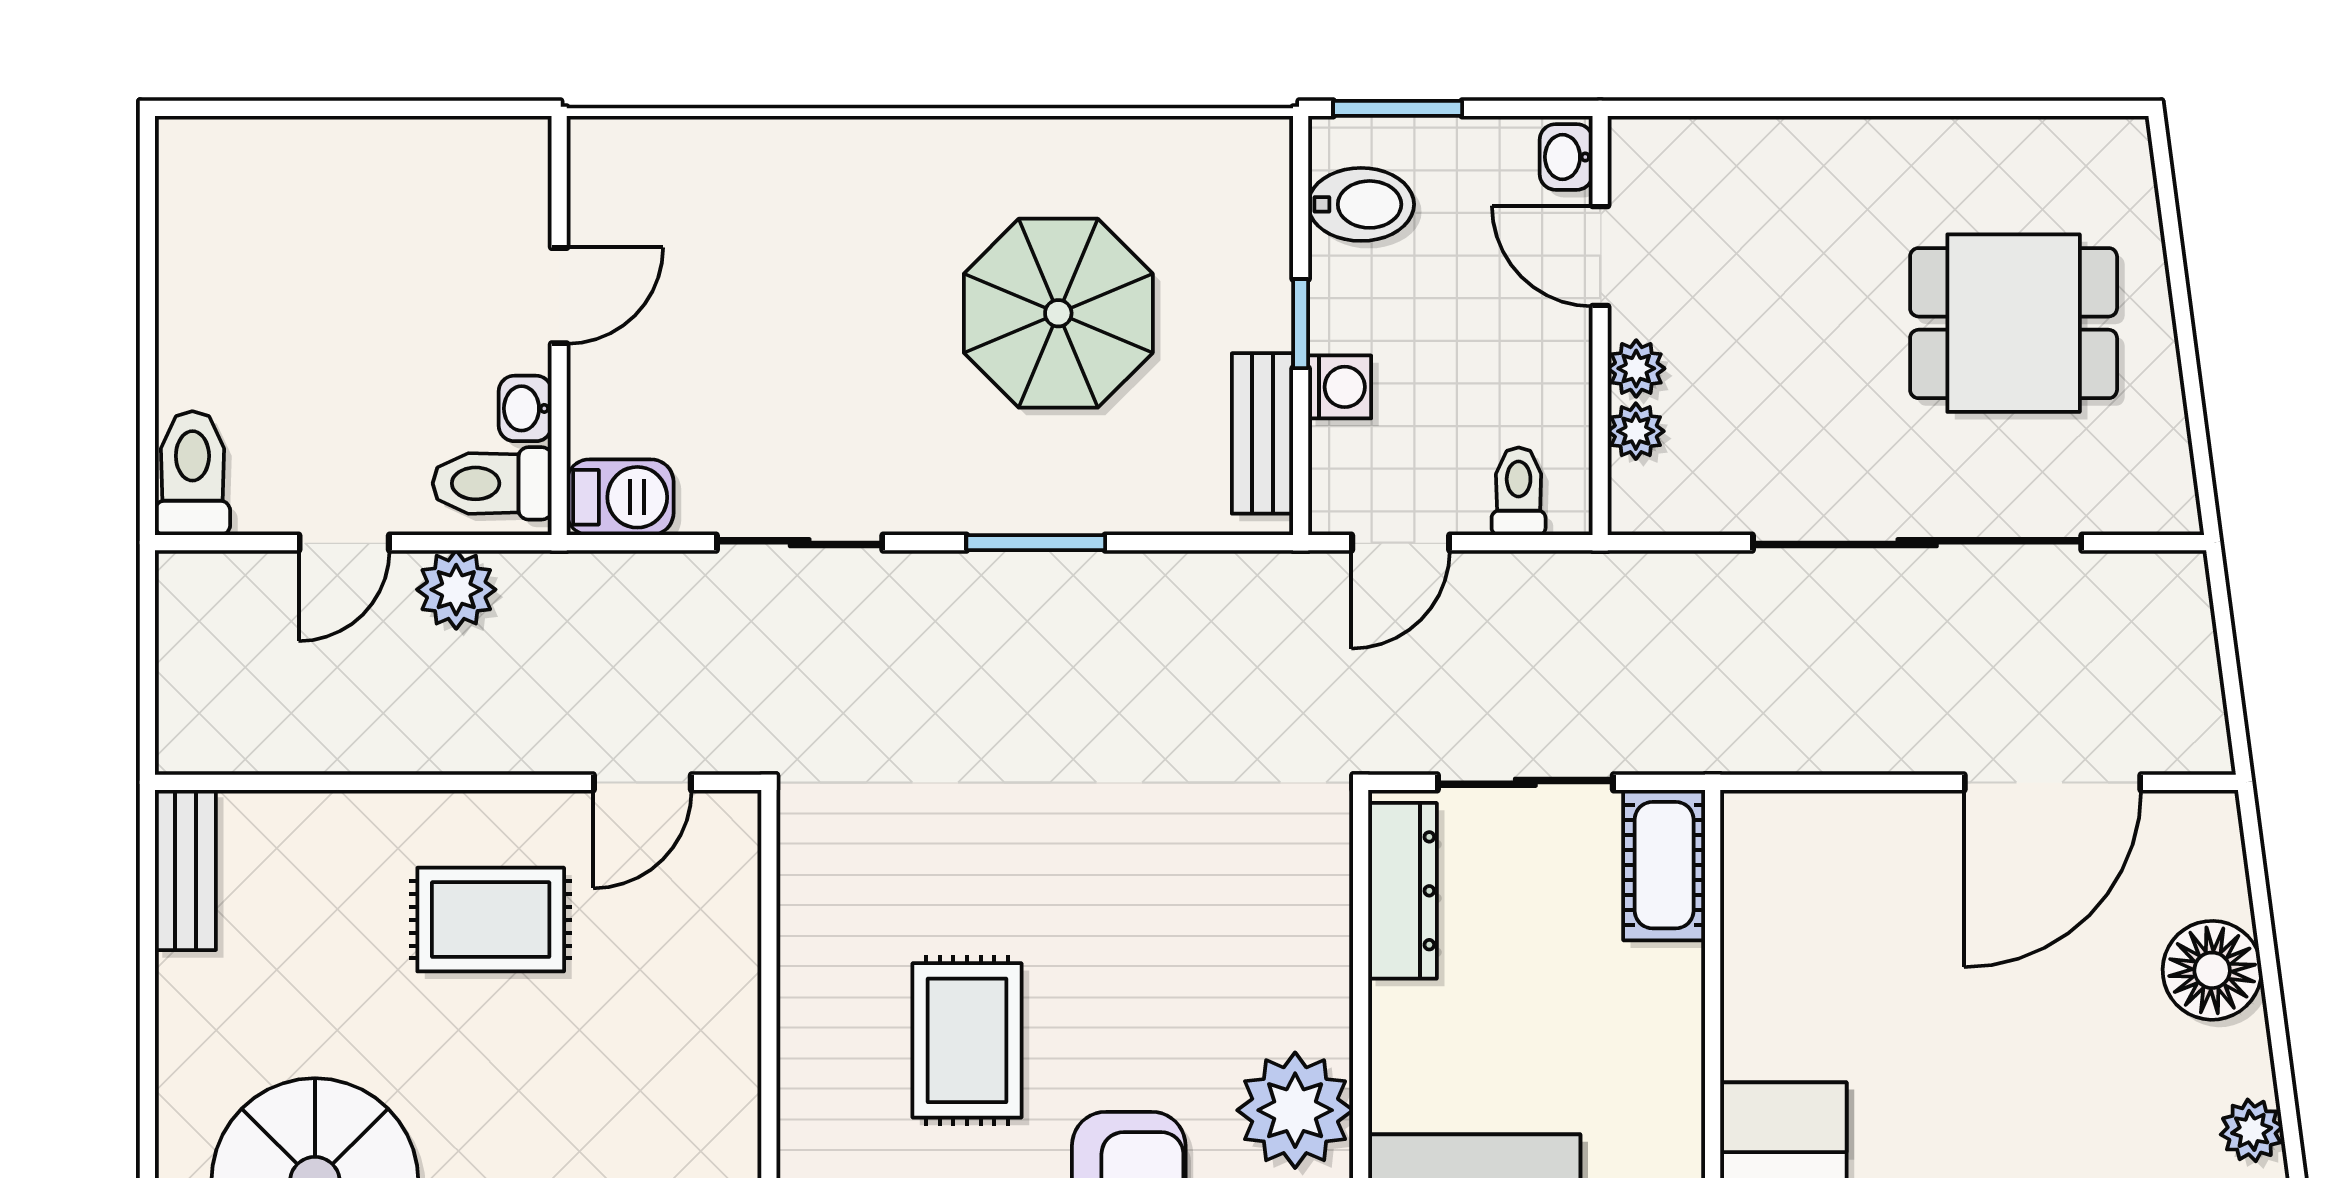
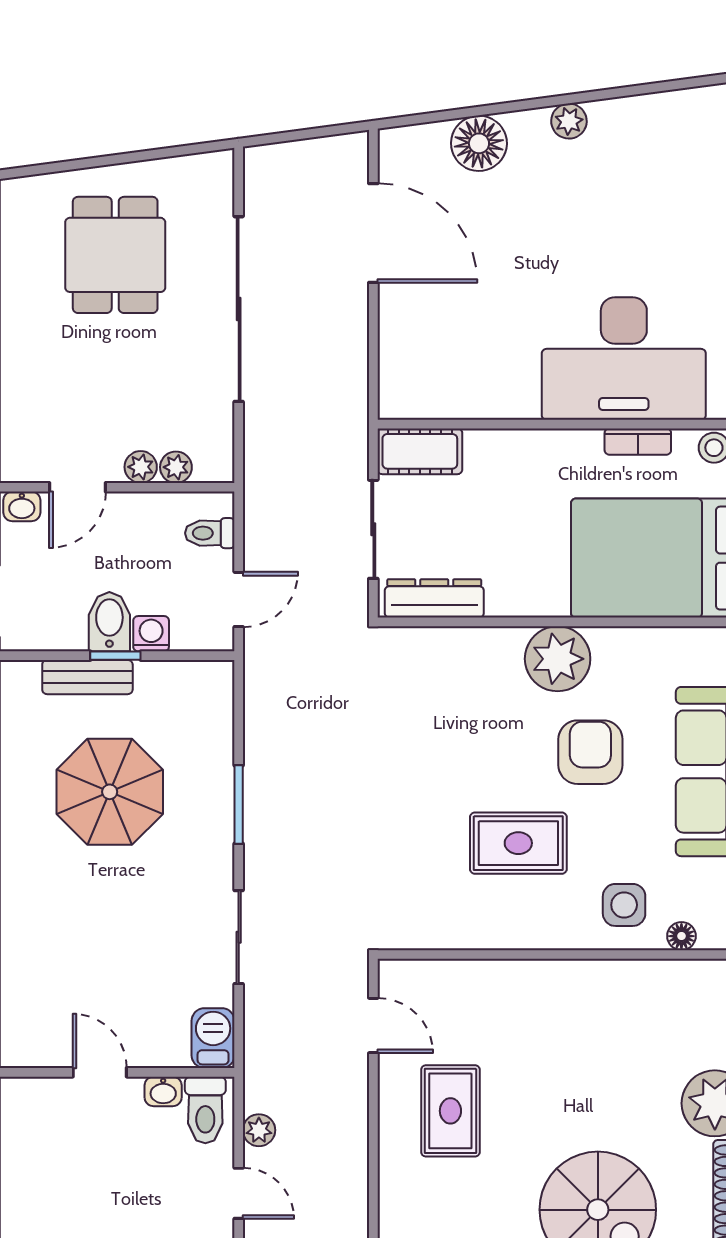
bidet: (1361, 204) -> (109, 622), moved
bench: (1263, 433) -> (87, 677), moved
door: (1401, 543) -> (239, 599), hinge flipped
plant: (456, 590) -> (259, 1130), width x0.73, depth x0.73

